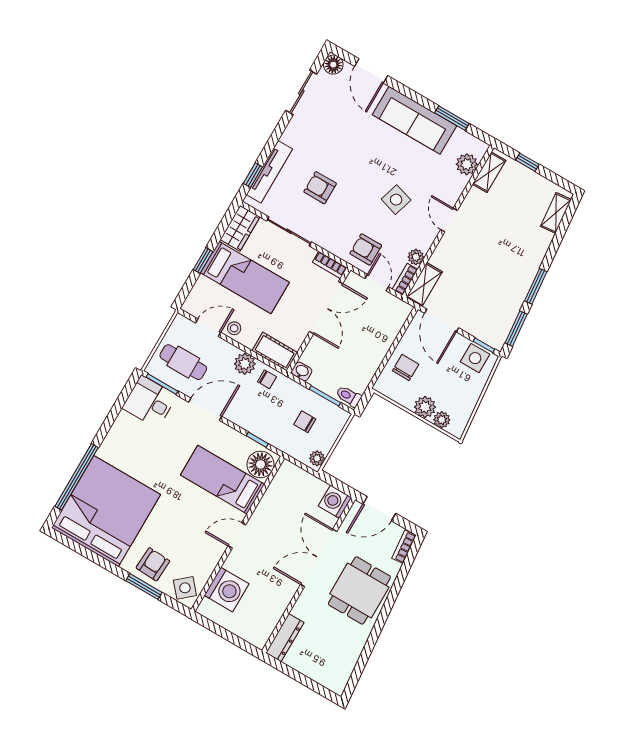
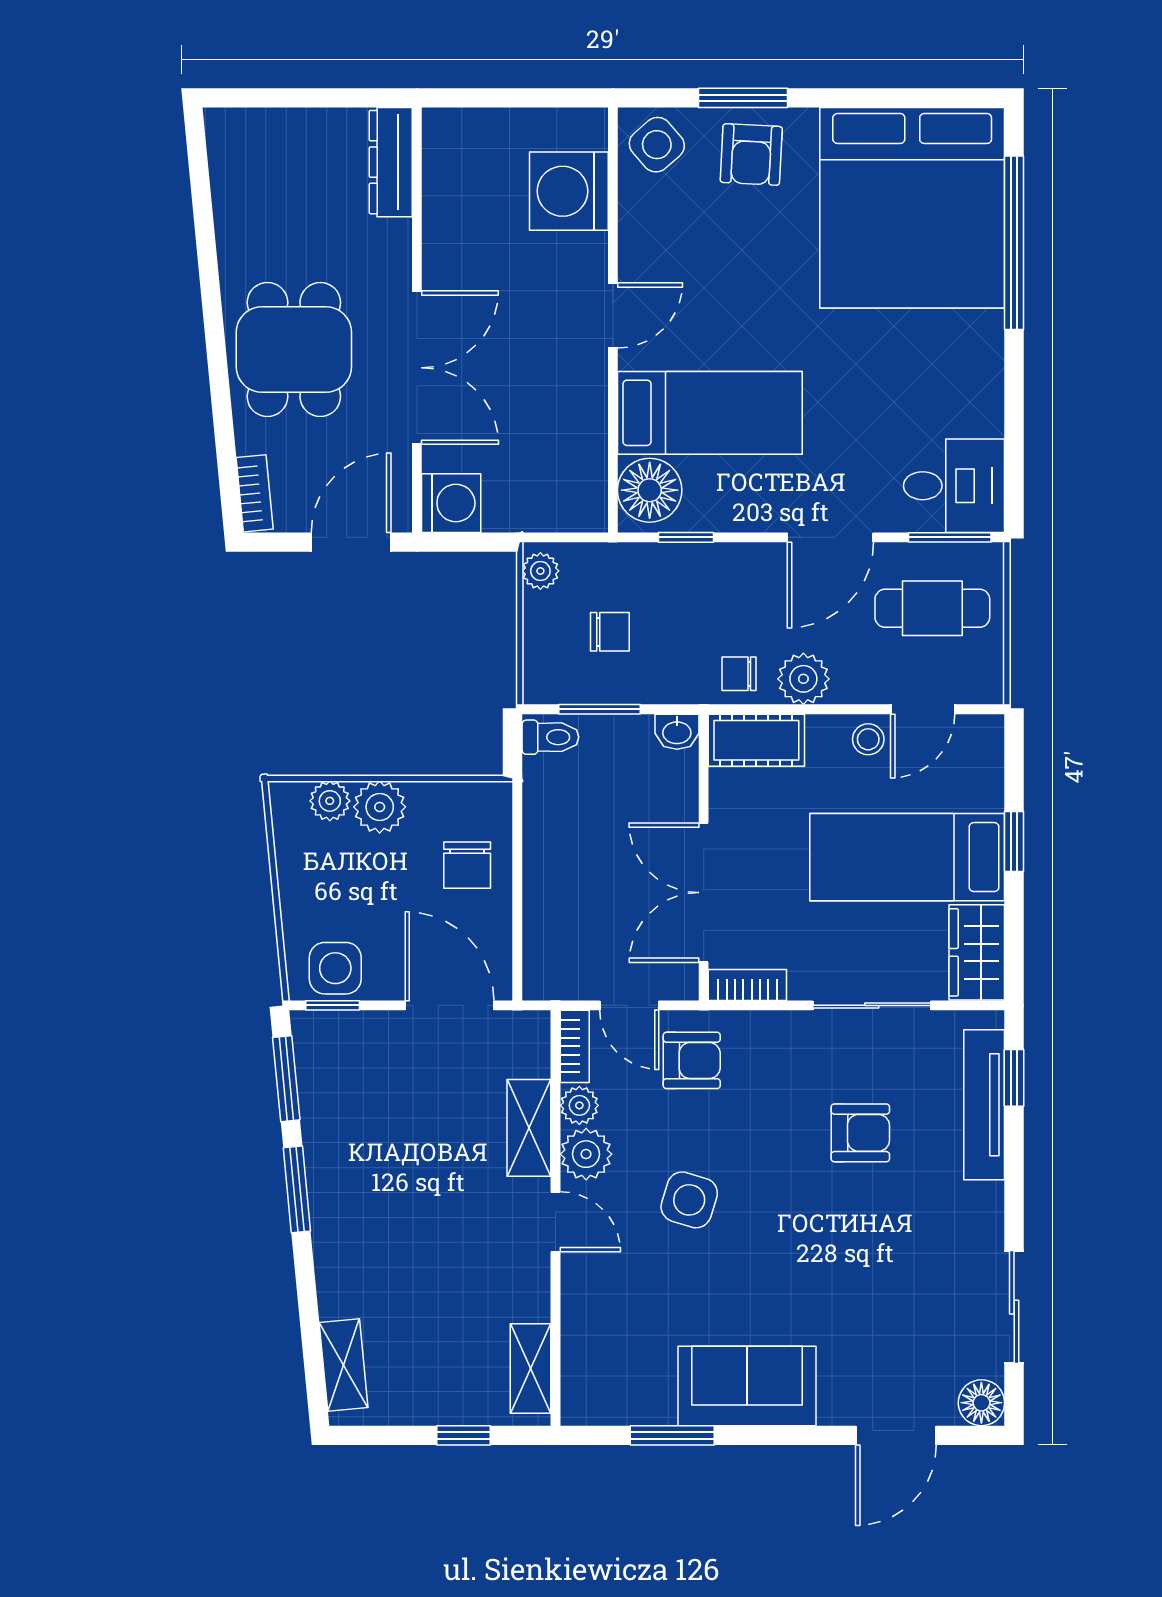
door: (371, 71) -> (896, 1435), swing flipped
sofa: (415, 120) -> (747, 1386), width x0.73
plant: (467, 164) -> (586, 1154), moved
shelving: (424, 285) -> (529, 1128), moved

